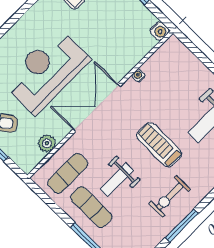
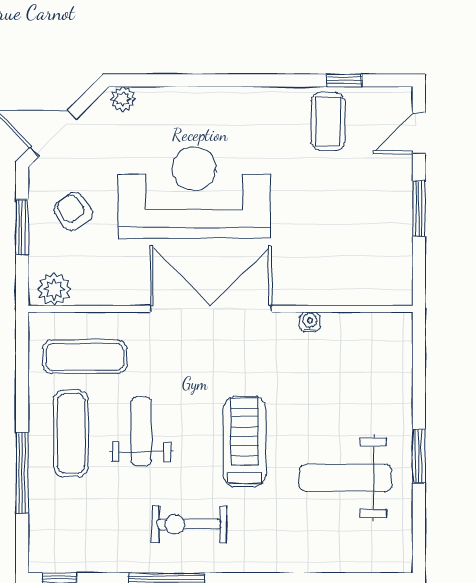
water cooler: (160, 31) -> (398, 291), removed
plant: (47, 143) -> (54, 289), moved
weight bench: (117, 180) -> (141, 431), turned 90

